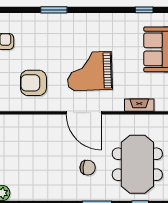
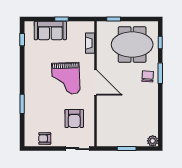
door: (84, 113) -> (96, 83), hinge flipped
chair: (88, 168) -> (148, 76), moved

